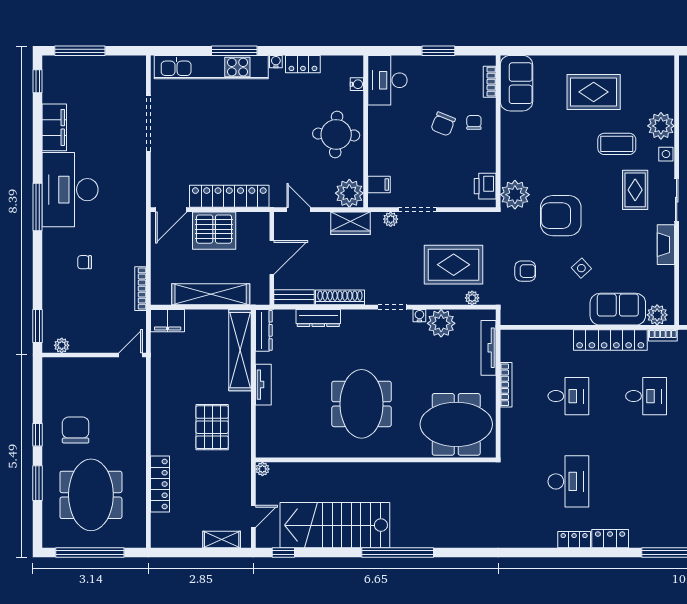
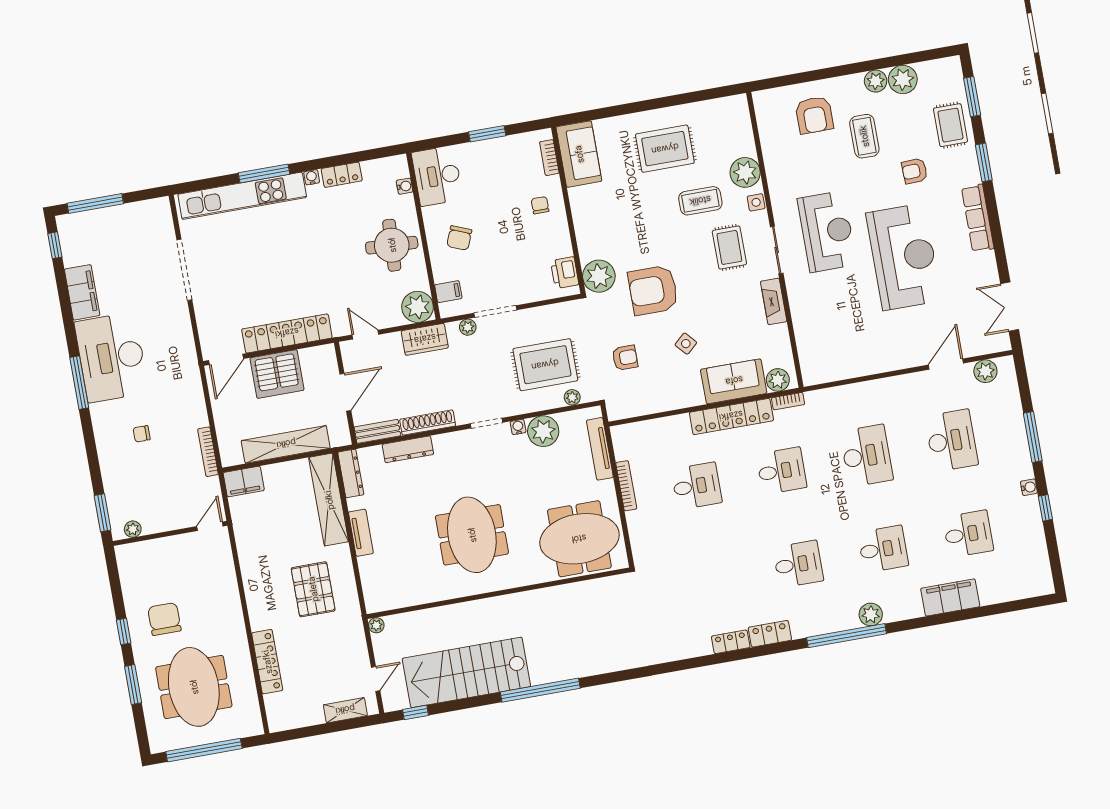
chair: (443, 124) -> (459, 238), moved
desk: (568, 481) -> (798, 564), moved, width x0.73

